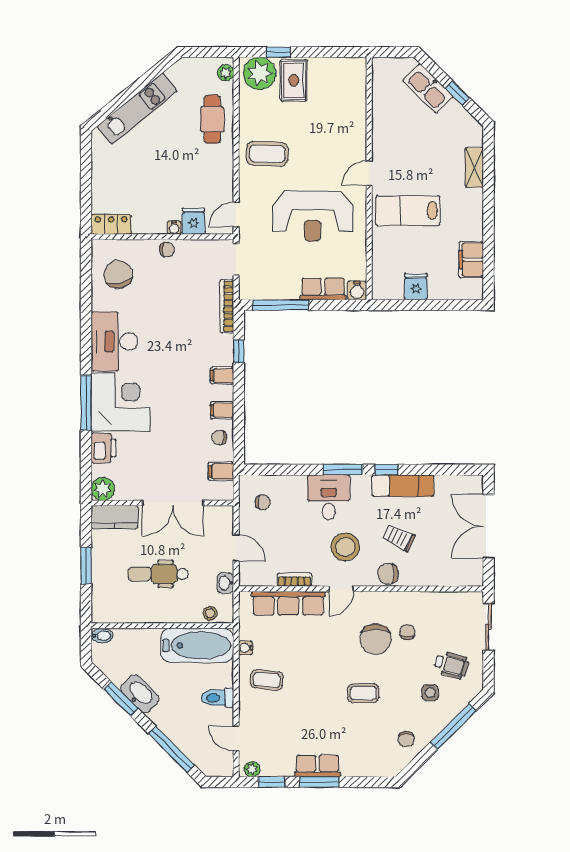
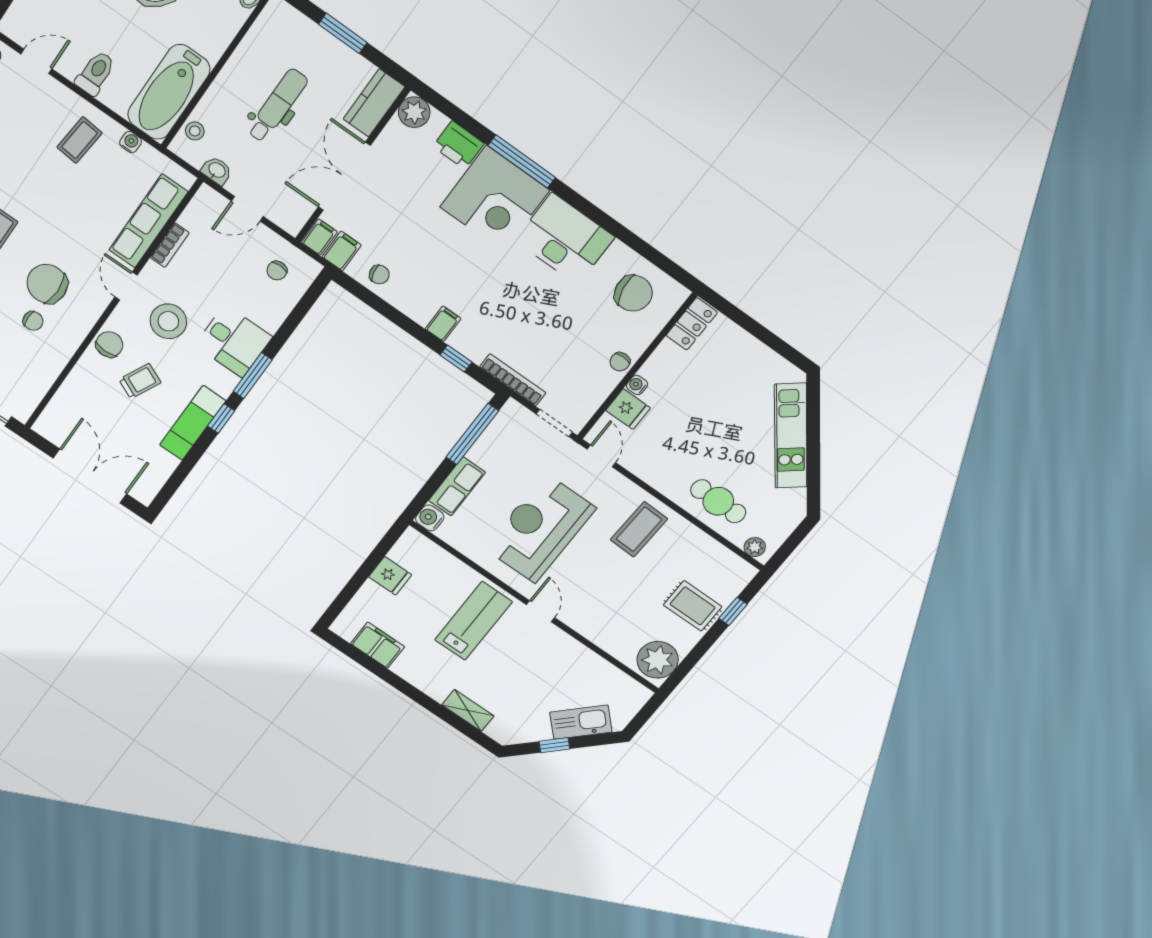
plant: (260, 73) -> (658, 660), moved
filing cabinet: (222, 410) -> (319, 237), moved
chair: (219, 438) -> (379, 275), turned 78

